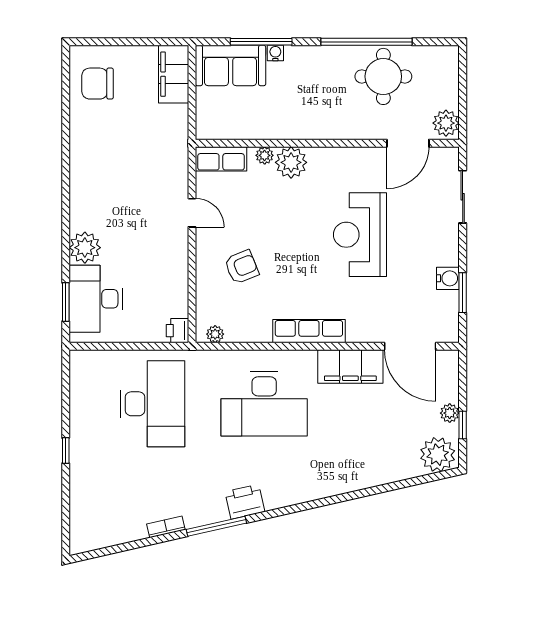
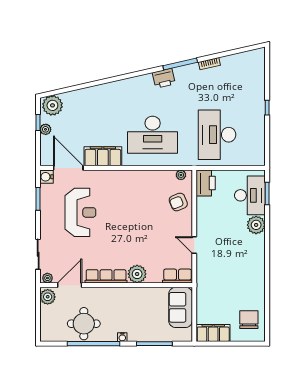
water cooler: (275, 53) -> (122, 337), moved
sofa: (231, 65) -> (181, 307), moved, turned -90
filing cabinet: (174, 74) -> (213, 333), moved, turned -90
chair: (98, 84) -> (249, 320), turned -90
plant: (265, 155) -> (47, 278), moved
reception desk: (360, 235) -> (80, 212), moved
armchair: (242, 267) -> (178, 202), moved
water cooler: (448, 278) -> (46, 177), moved
printer: (178, 331) -> (206, 183), width x1.87, depth x1.48
row of seats: (309, 331) -> (106, 276), moved, turned 180
desk: (264, 404) -> (153, 135), turned 180

